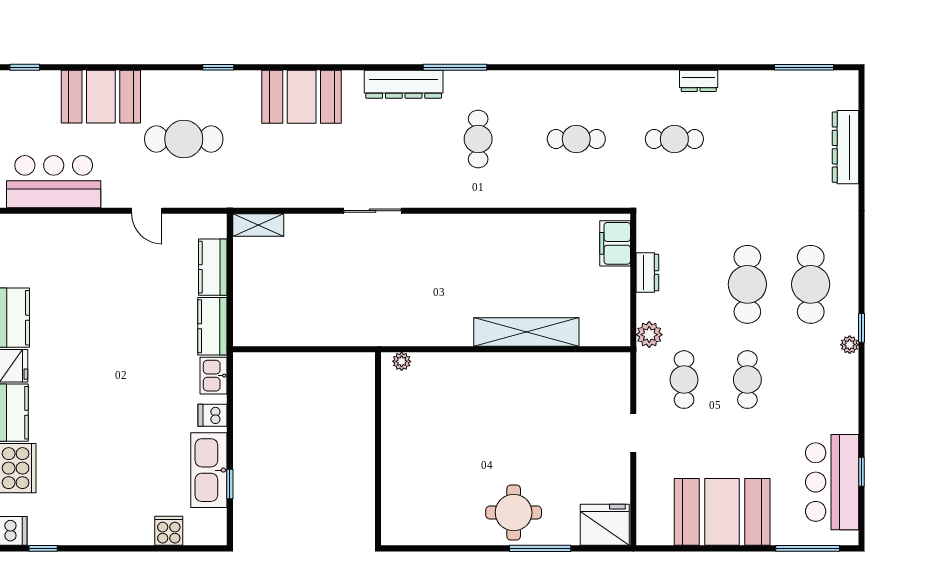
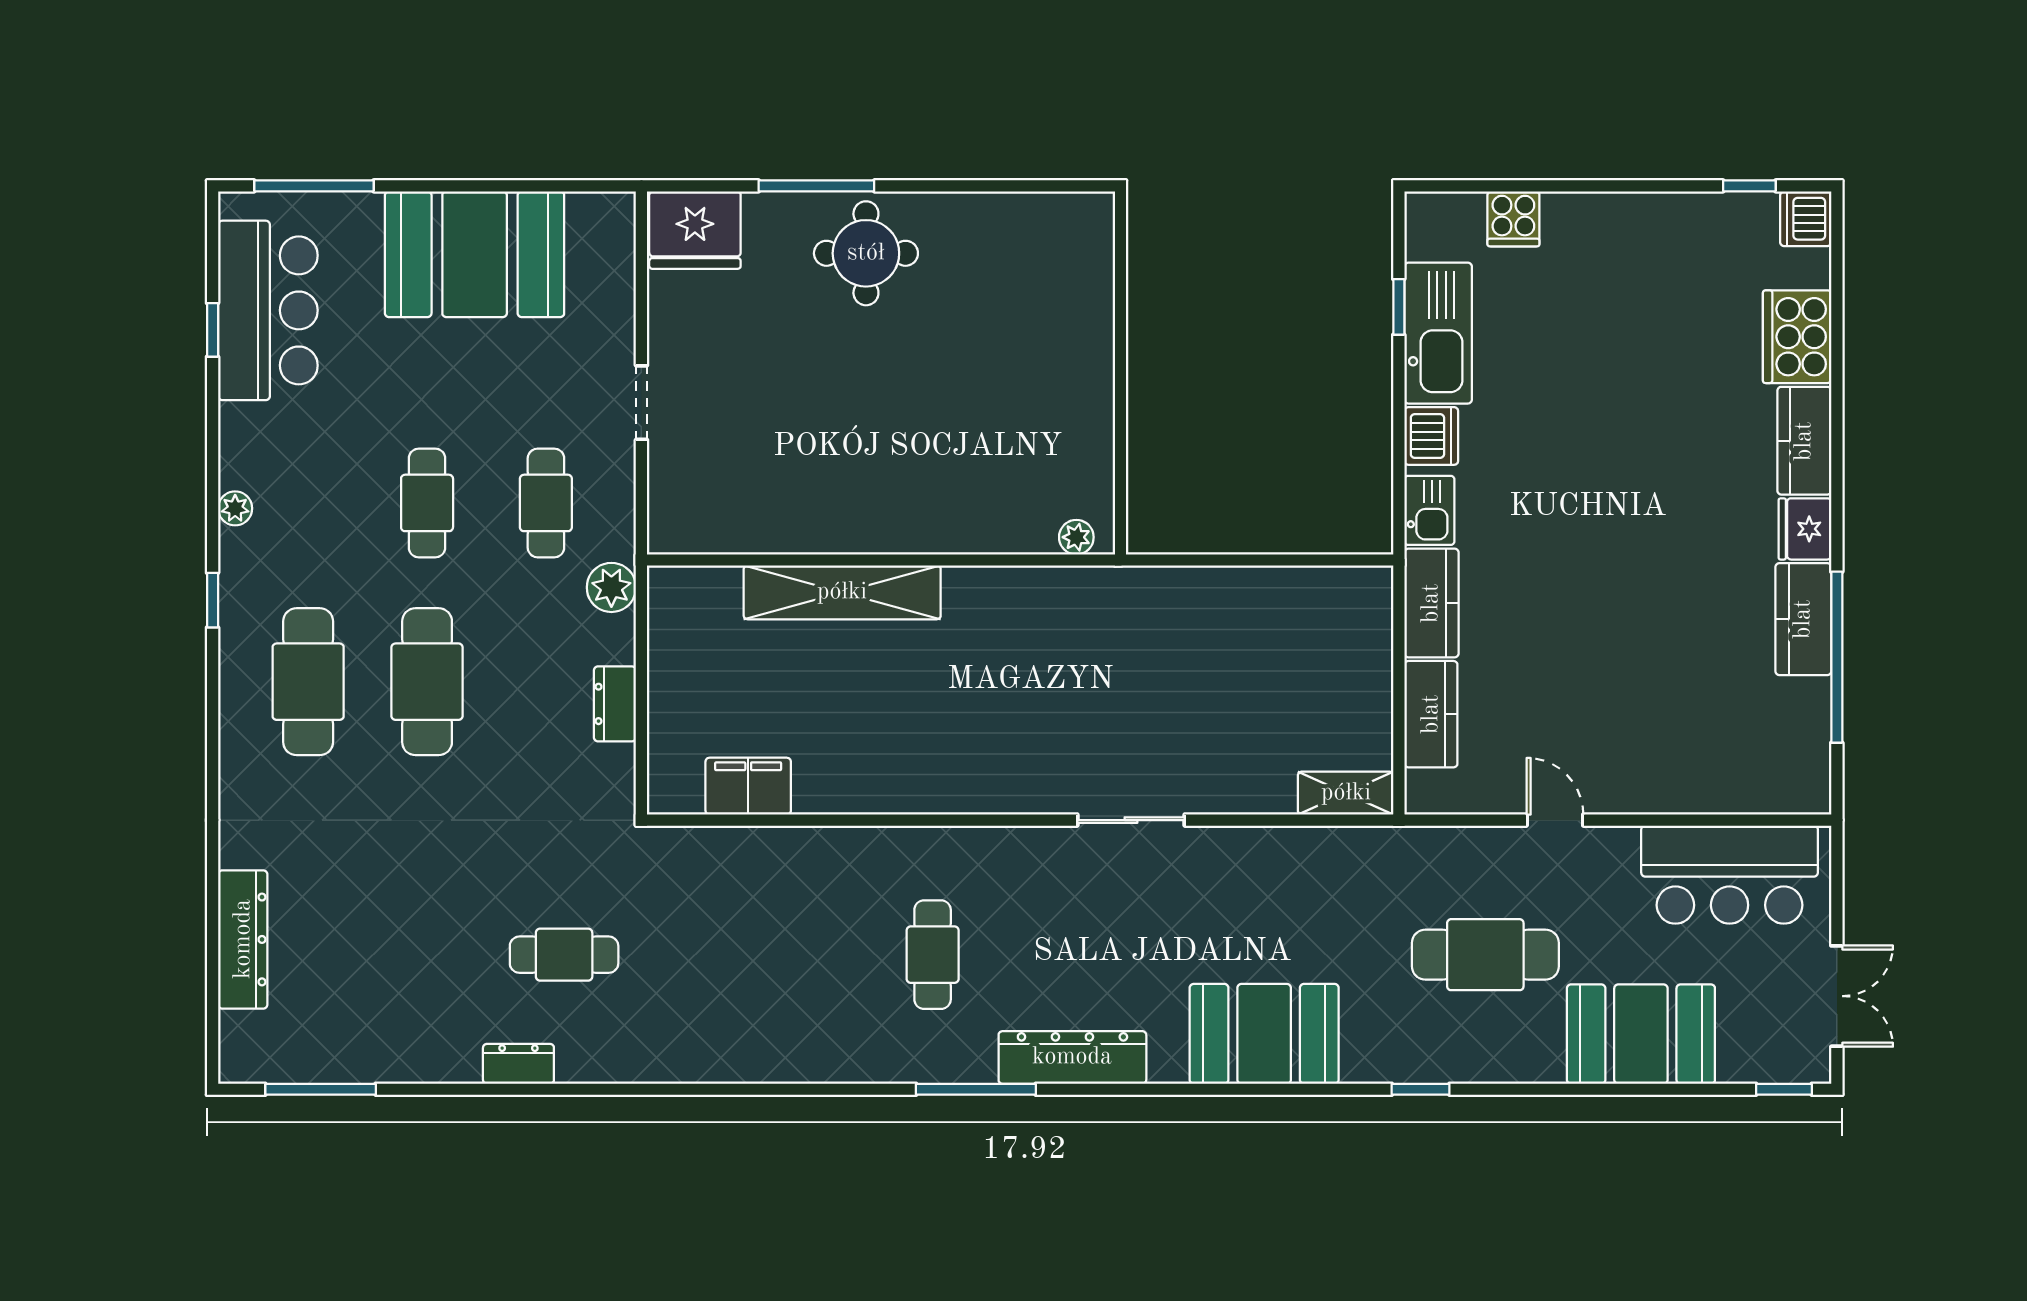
cafe table: (576, 139) -> (748, 955), removed
filing cabinet: (615, 243) -> (748, 786), moved, turned -90
plant: (850, 345) -> (235, 508), moved
dishwasher: (213, 415) -> (1431, 436), width x1.38

